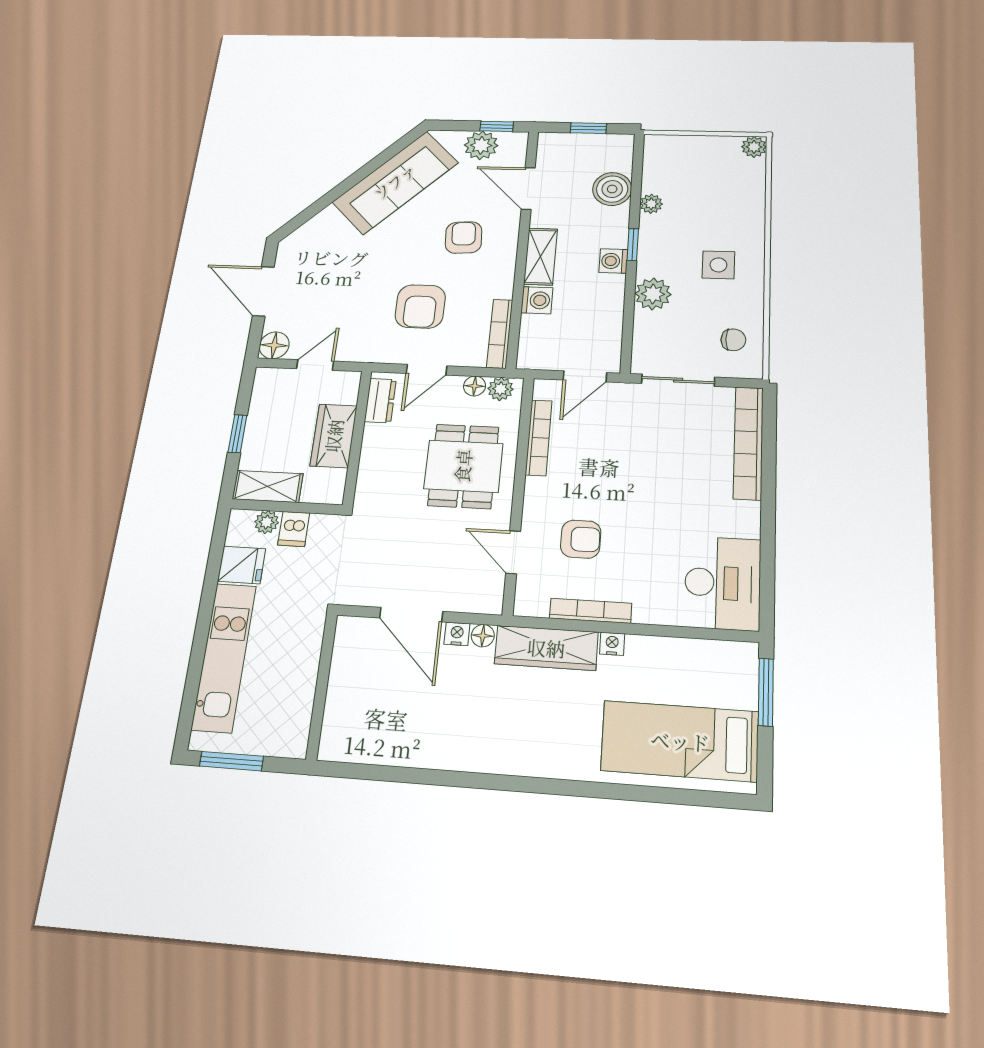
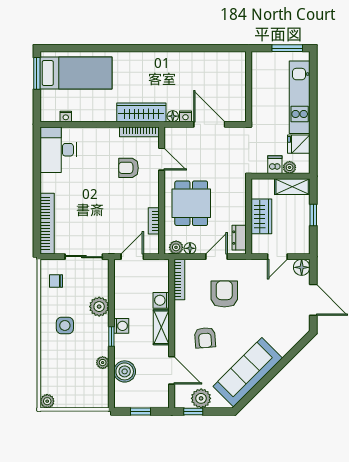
bookcase: (539, 438) -> (154, 221), width x0.64
bookcase: (591, 611) -> (139, 132), moved
nightstand: (612, 644) -> (66, 116), moved
window: (766, 692) -> (37, 73), moved

